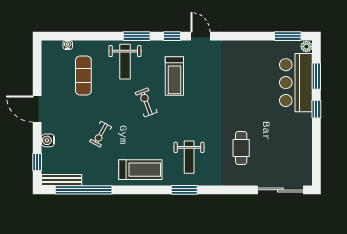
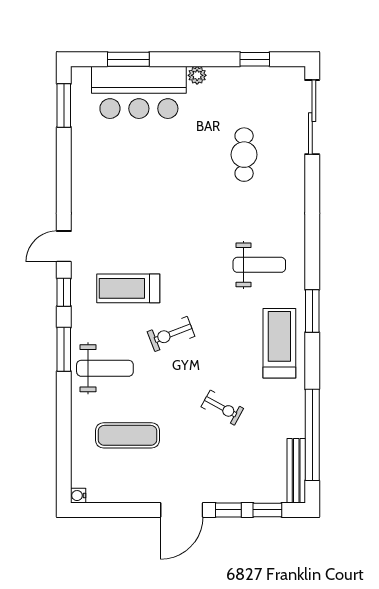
water cooler: (68, 45) -> (78, 496), moved
plant: (306, 47) -> (197, 75), moved
treadmill: (174, 76) -> (128, 288), turned 180
window: (316, 109) -> (255, 59), moved
window: (37, 138) -> (228, 510), added
water cooler: (48, 140) -> (232, 493), removed
cafe table: (241, 148) -> (244, 155), moved, turned 90
window: (184, 190) -> (312, 311), moved

